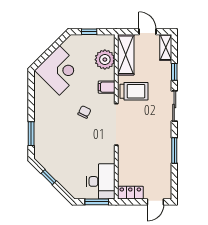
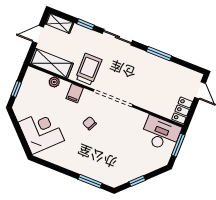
plant: (105, 60) -> (54, 82), width x0.53, depth x0.53

